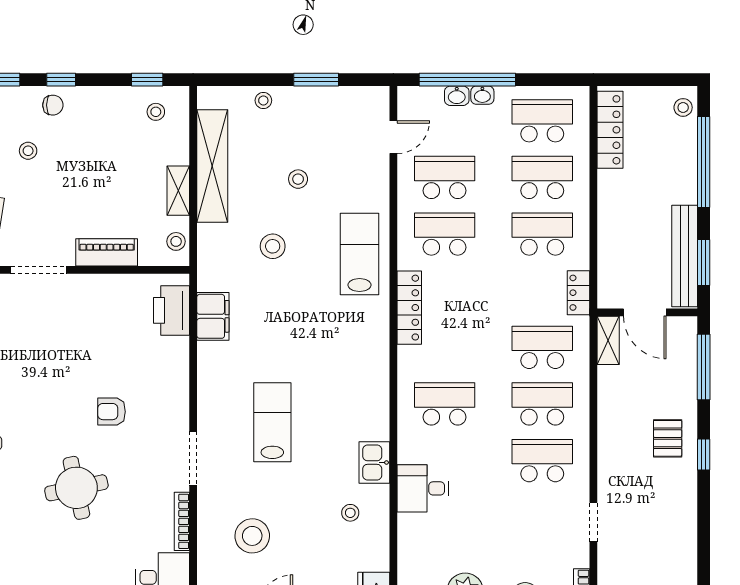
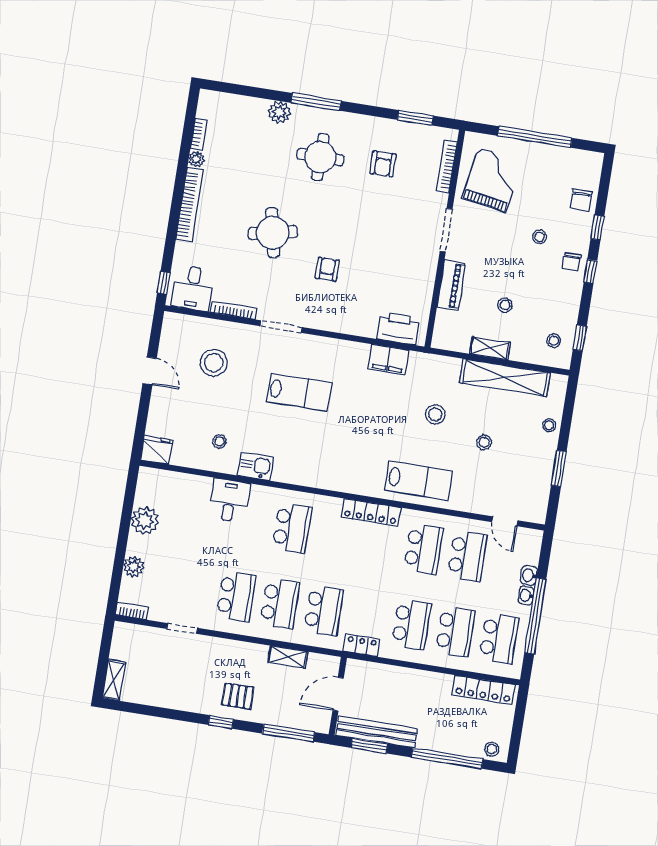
window: (467, 80) -> (535, 616), moved
stool: (176, 241) -> (505, 305), moved
shelving: (608, 340) -> (288, 657), moved

